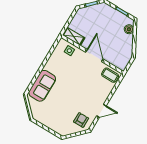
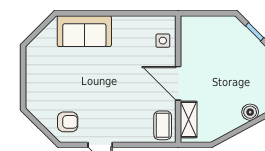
shelving: (74, 36) -> (189, 119), moved
door: (94, 56) -> (178, 83), swing flipped

